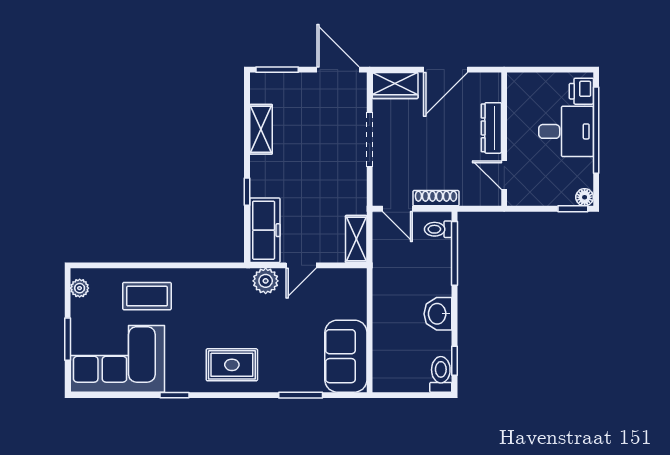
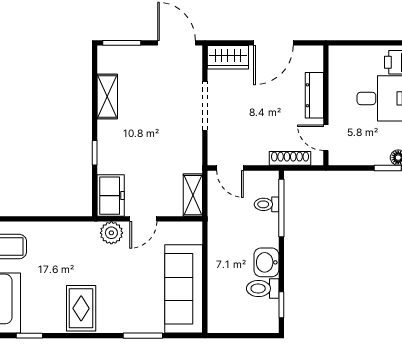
shoe rack: (436, 198) -> (290, 158), moved
toilet: (438, 229) -> (267, 204), moved
freezer: (265, 230) -> (111, 196), width x0.71
sofa: (346, 356) -> (184, 289), width x1.36
rug: (232, 365) -> (81, 308), turned 90
toilet: (441, 374) -> (263, 288), moved, turned -90

